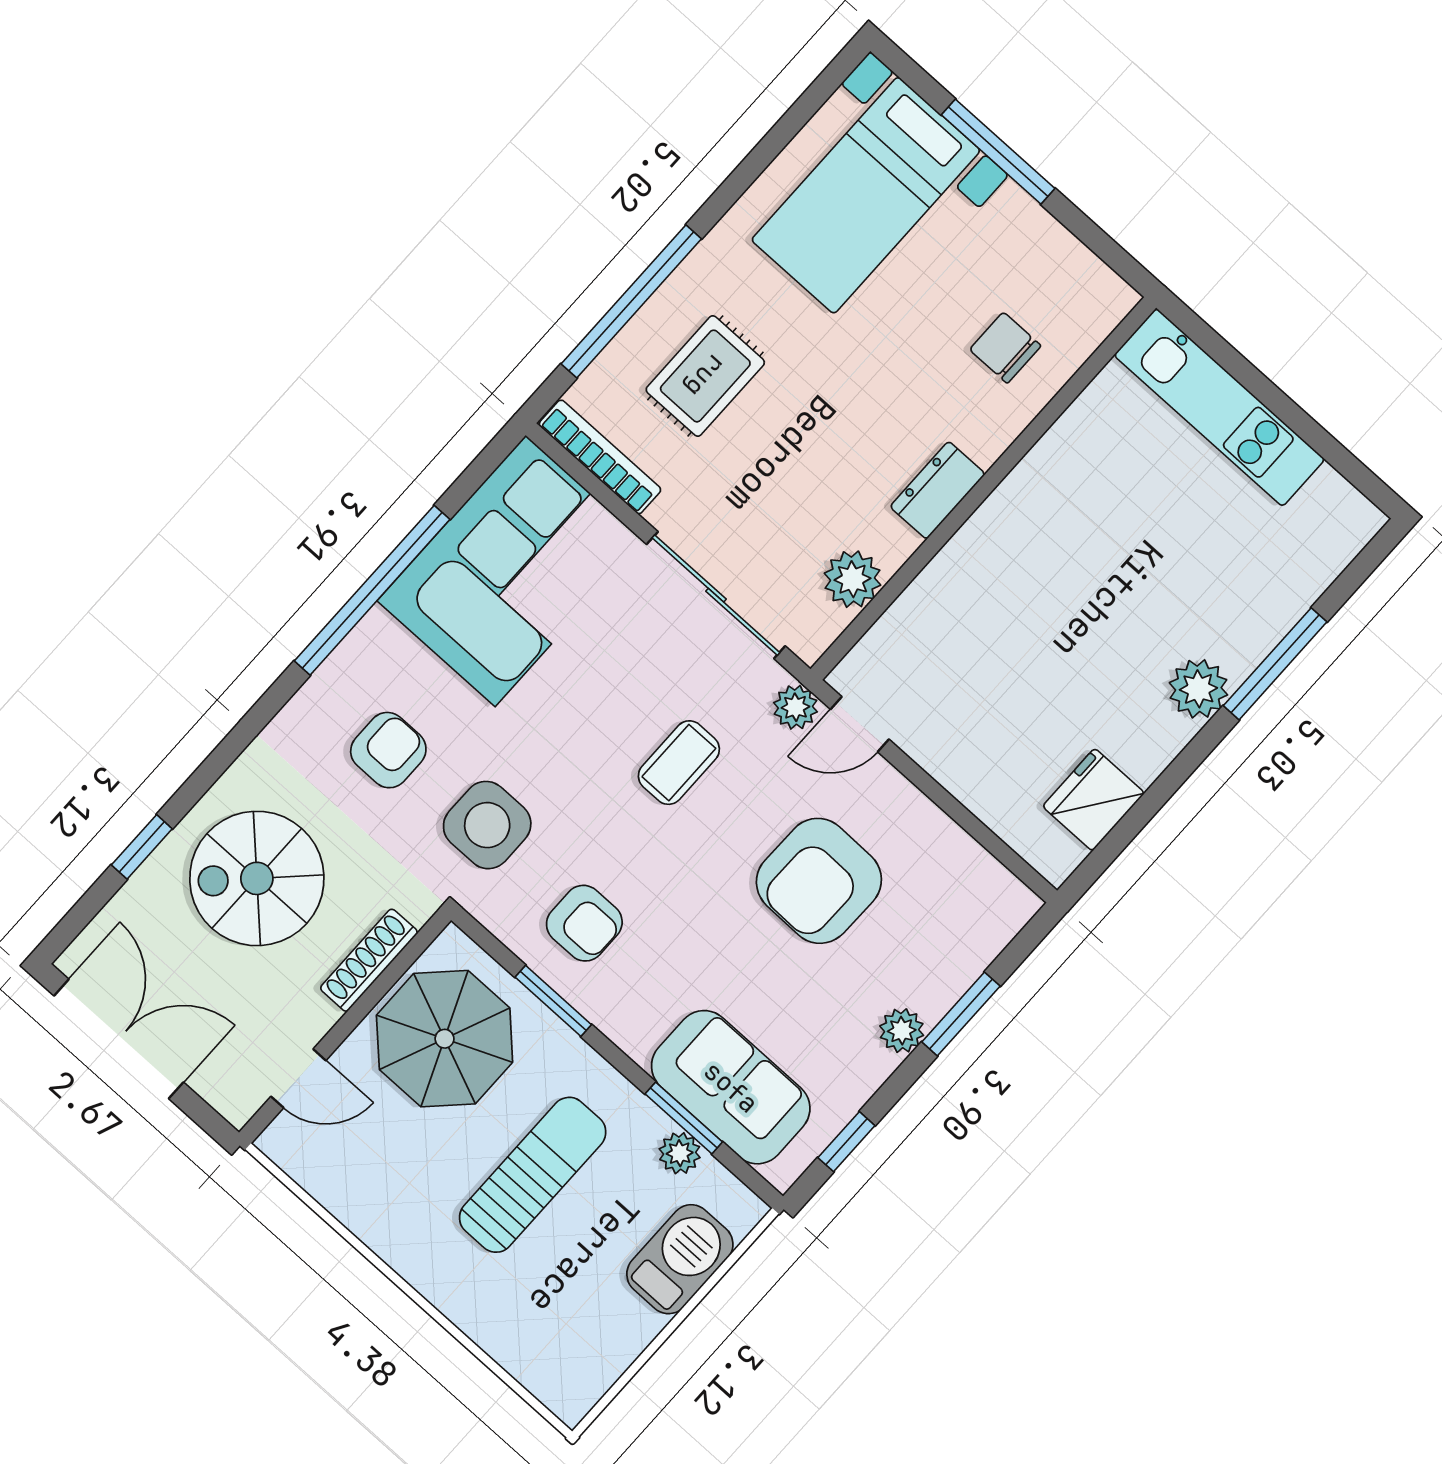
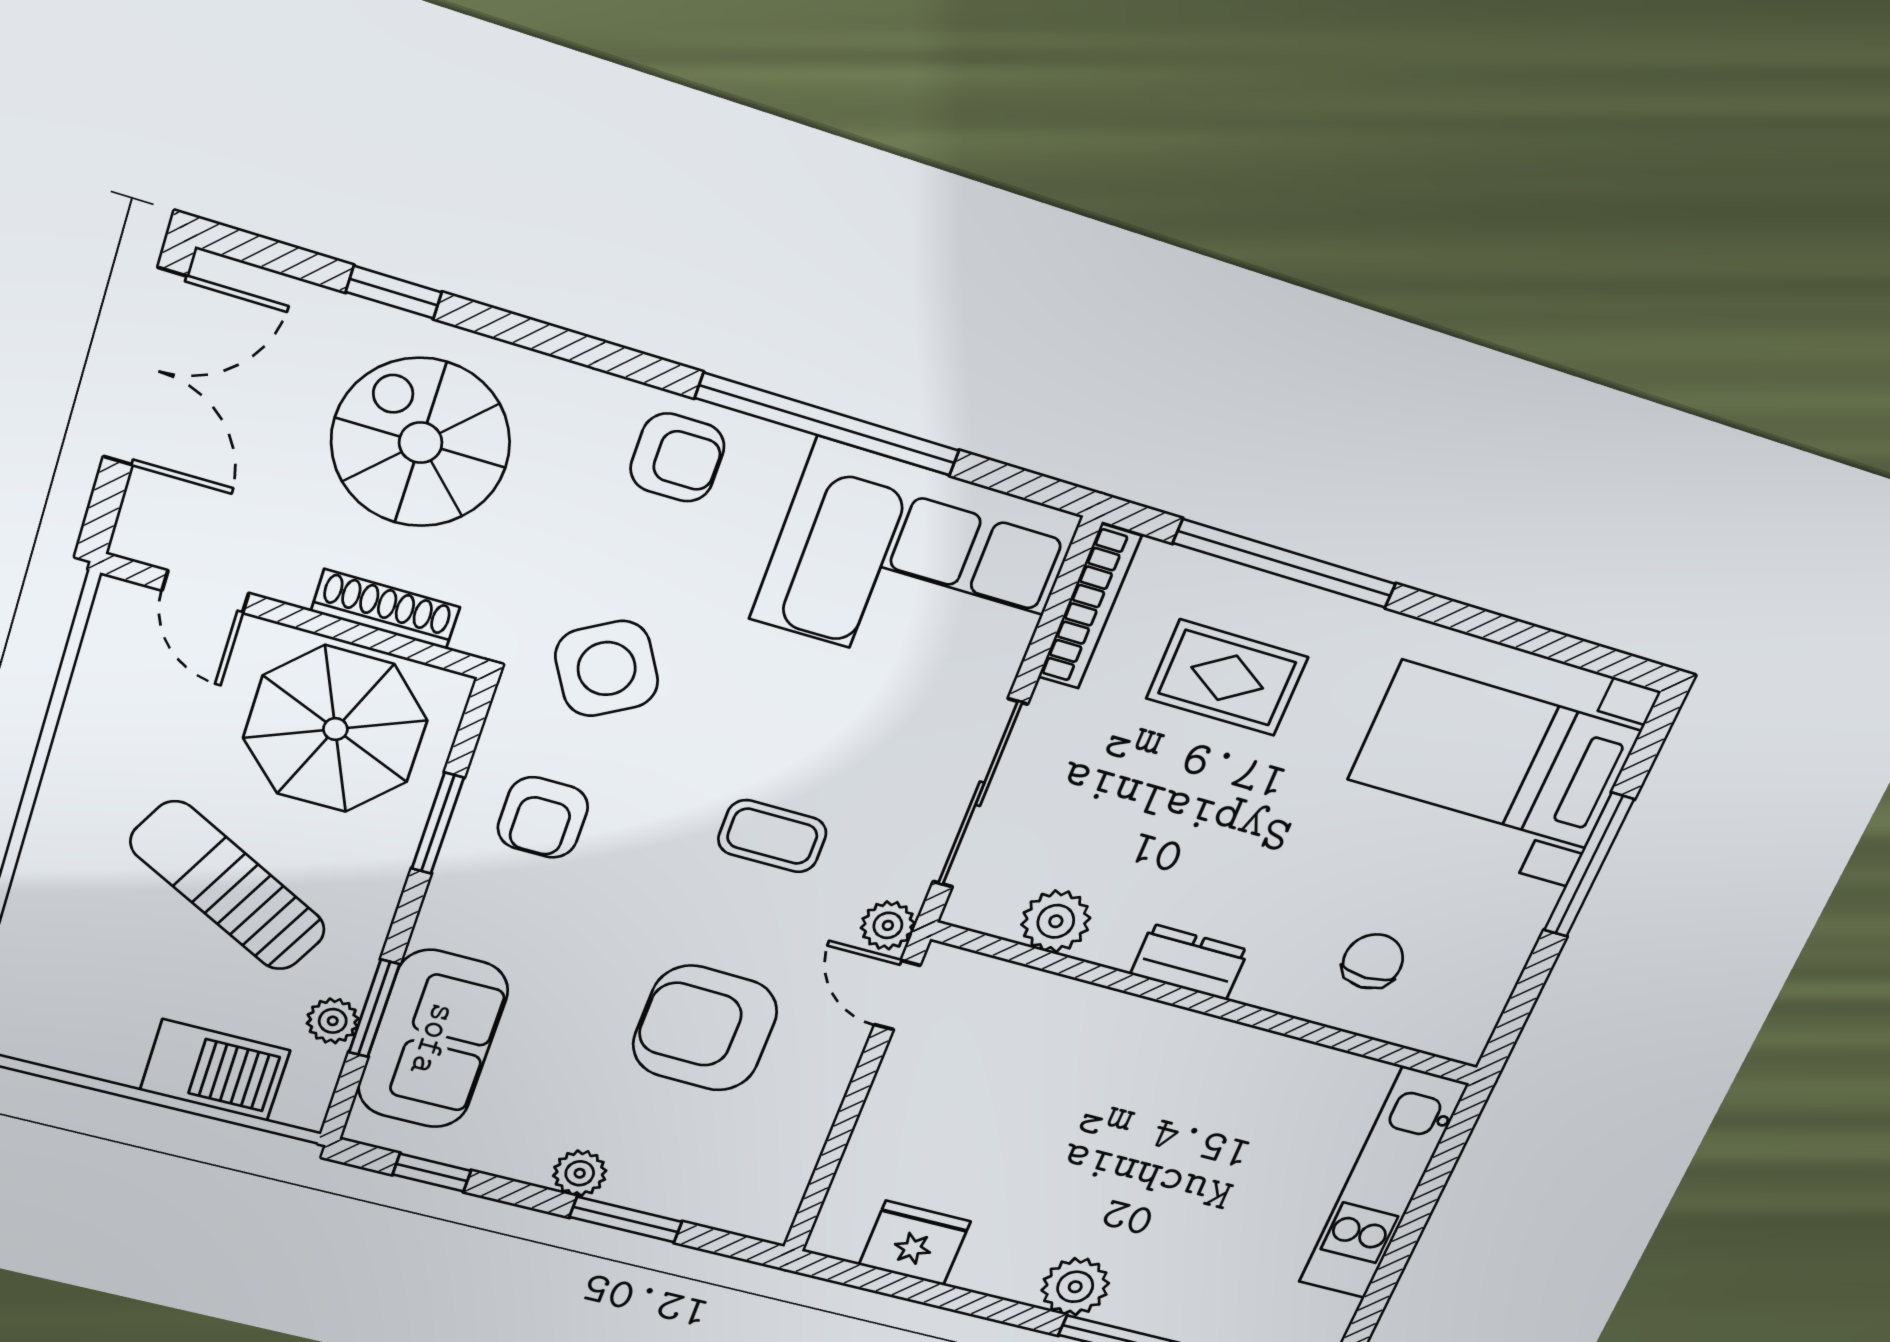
armchair: (388, 750) -> (677, 458), moved
side table: (487, 825) -> (607, 669), turned -30
sun lounger: (533, 1175) -> (228, 886), turned -152

